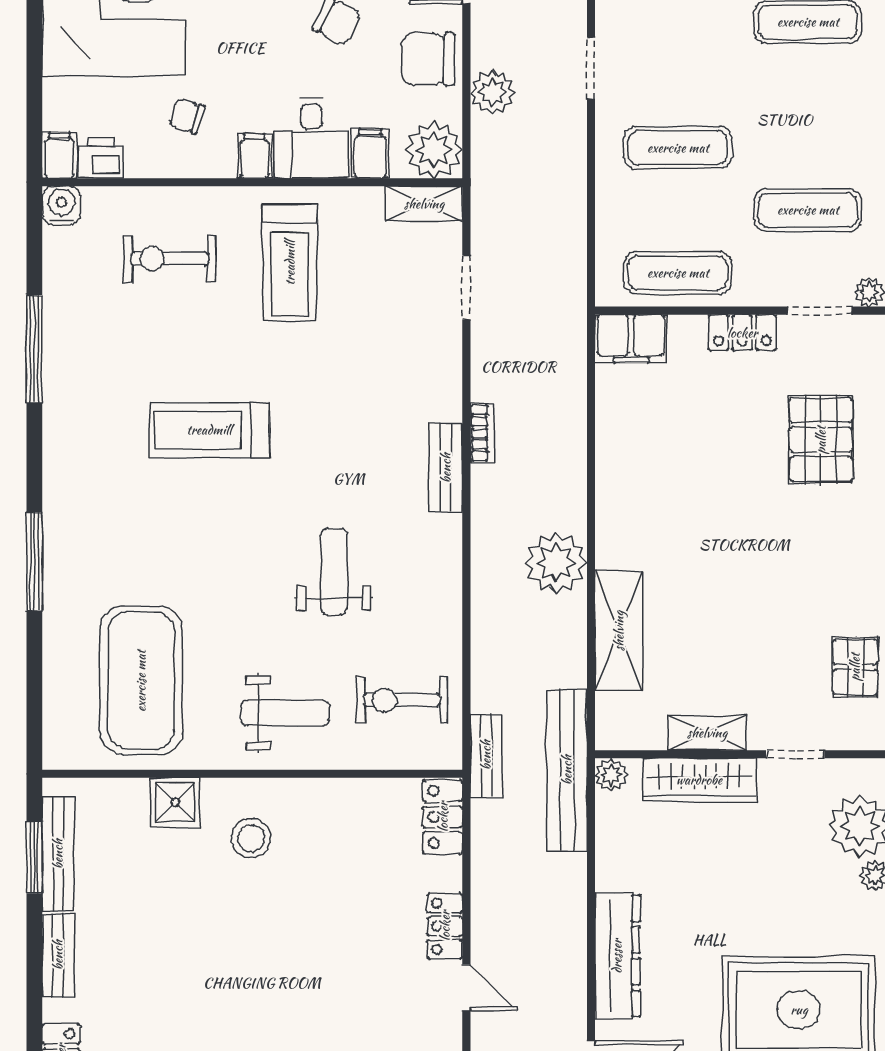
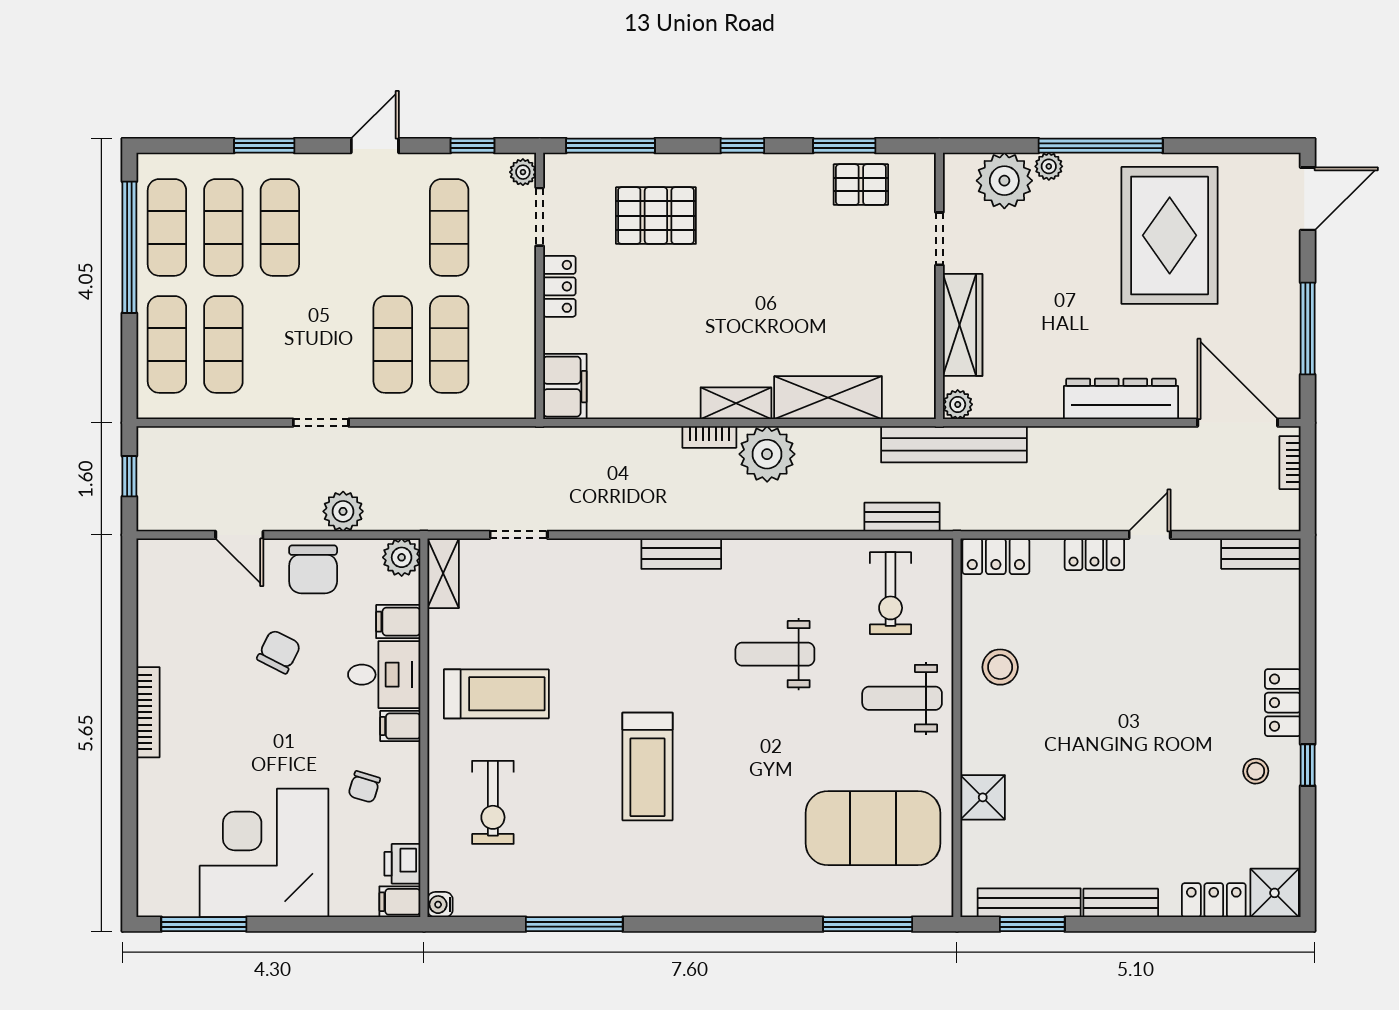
plant: (434, 150) -> (402, 557), width x0.73, depth x0.73
water cooler: (61, 205) -> (440, 905), width x0.72, depth x0.72
exercise mat: (678, 273) -> (449, 344), moved
bookcase: (482, 433) -> (709, 437), moved, turned 180
window: (34, 562) -> (868, 924), moved
weight bench: (285, 713) -> (902, 698), turned -90
shelving: (707, 733) -> (736, 403), moved, turned 90
bench: (486, 755) -> (902, 517), moved
stool: (251, 838) -> (1000, 667), moved

